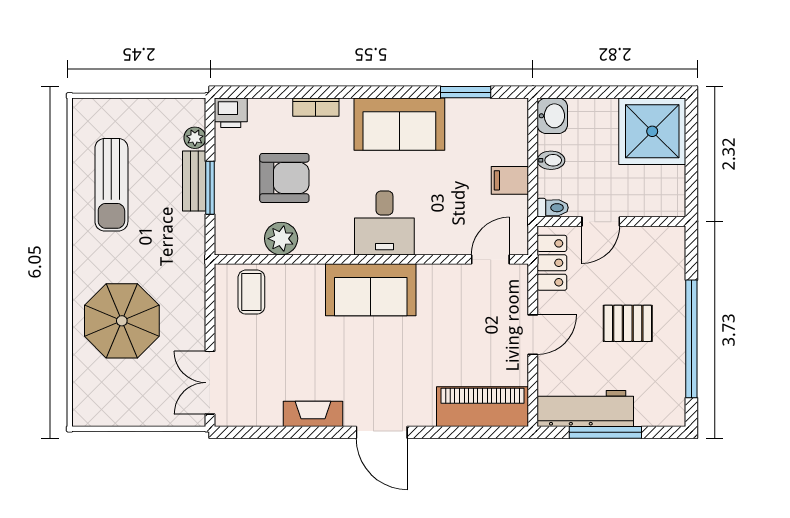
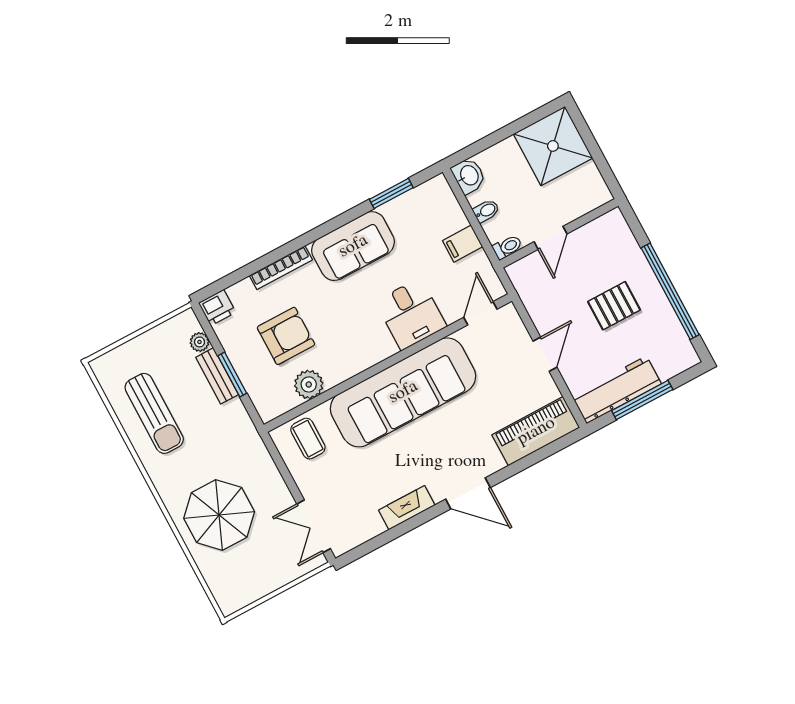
bookcase: (316, 107) -> (281, 268), width x1.56
desk: (384, 223) -> (411, 314), moved
locker: (552, 263) -> (530, 290), removed
sofa: (371, 290) -> (403, 392), width x1.85, depth x1.27

